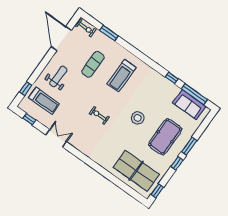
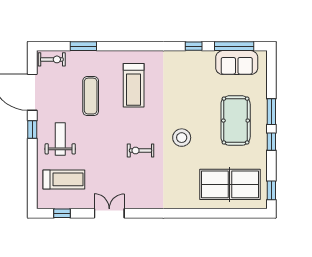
window: (26, 89) -> (32, 130), moved
stool: (138, 118) -> (182, 138), moved

